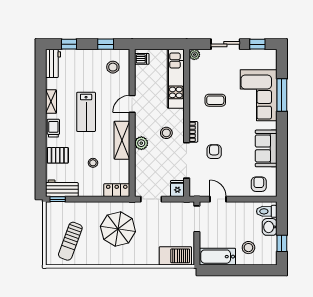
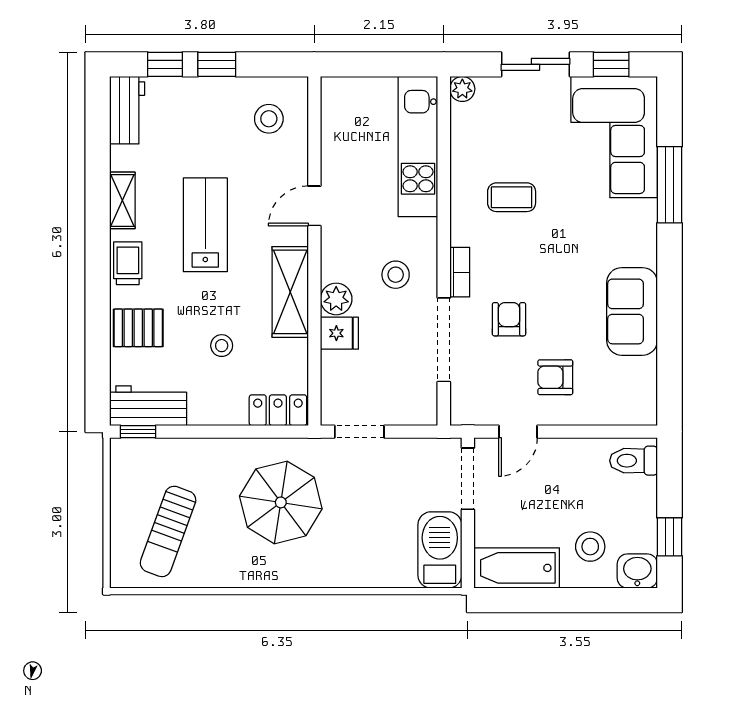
window: (106, 44) -> (217, 64), moved
dishwasher: (142, 59) -> (337, 99), removed
corner sofa: (259, 95) -> (614, 137), moved
lab bench: (86, 112) -> (205, 225), turned 180
armchair: (259, 184) -> (555, 377), moved, turned -90
fridge: (177, 188) -> (339, 333), moved, turned 90
door: (218, 199) -> (518, 432), swing flipped
washbasin: (270, 227) -> (637, 571), moved, turned 90
barbecue: (175, 256) -> (440, 550), moved, turned -90

